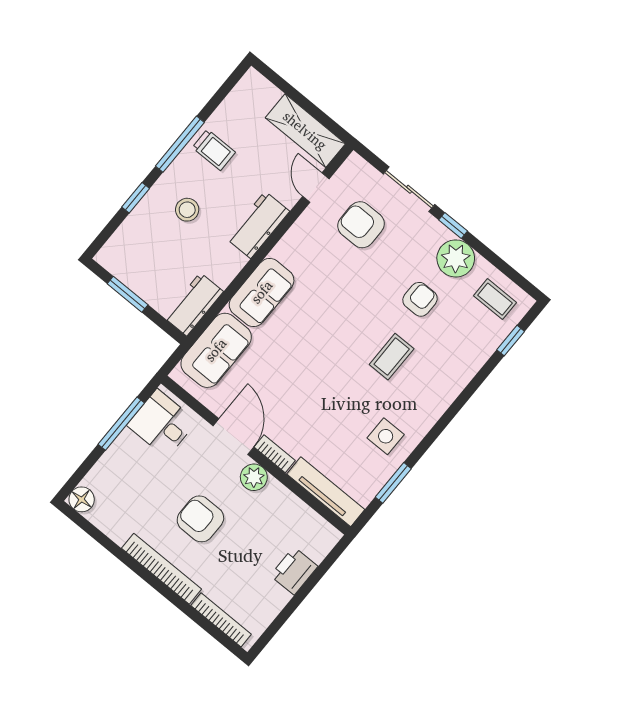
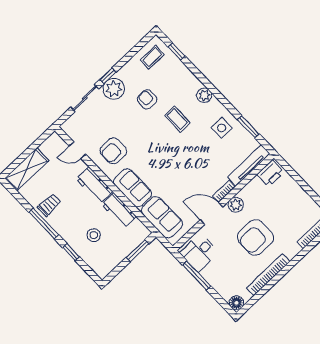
shelving: (305, 131) -> (27, 169), moved
stool: (187, 210) -> (94, 235), moved
armchair: (361, 225) -> (113, 151), moved
plant: (456, 258) -> (114, 89), moved
window: (128, 294) -> (138, 251), moved
workbench: (194, 304) -> (119, 210), moved
plant: (439, 399) -> (204, 95), added
armchair: (200, 519) -> (255, 237), width x1.36, depth x1.36
bookcase: (161, 569) -> (268, 275), moved
printer: (294, 571) -> (270, 173), moved, turned -90

